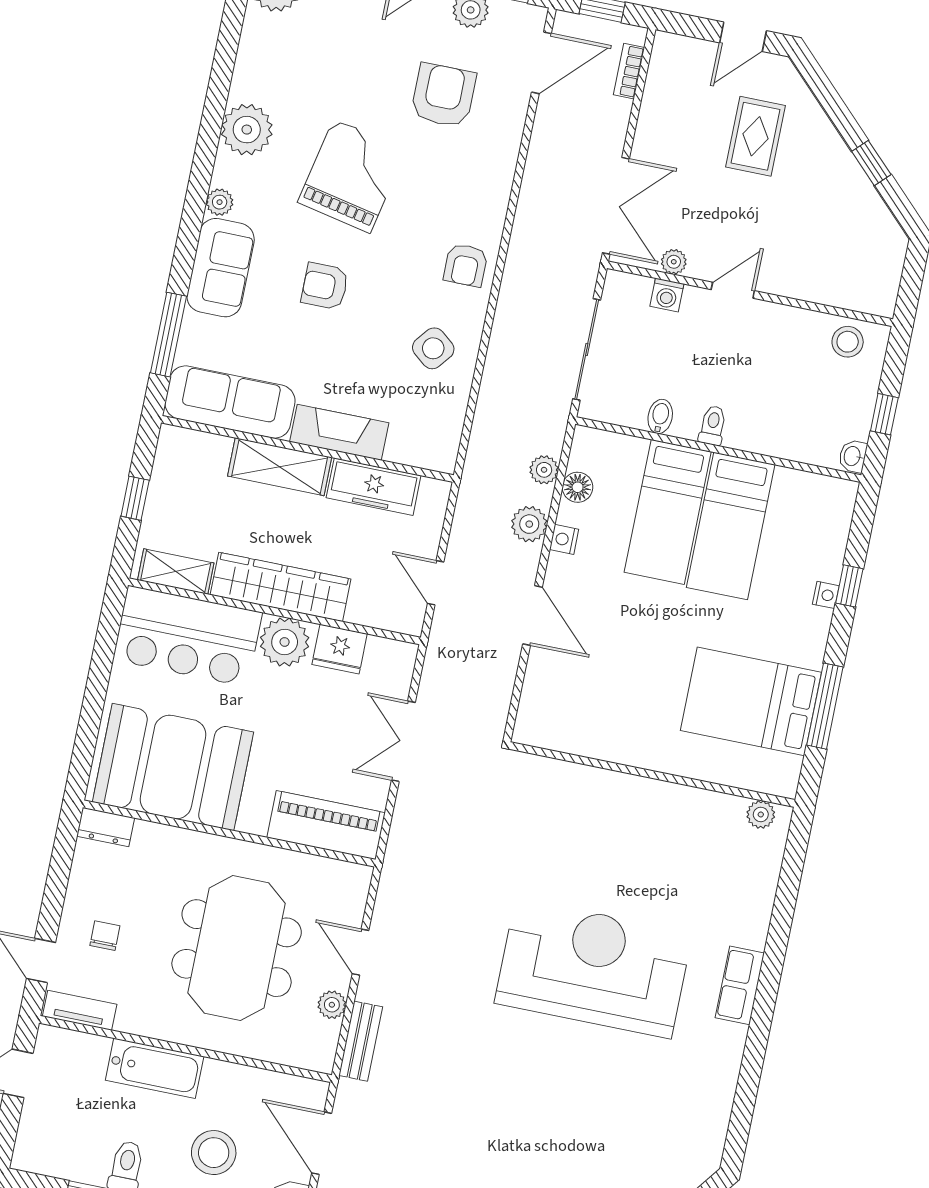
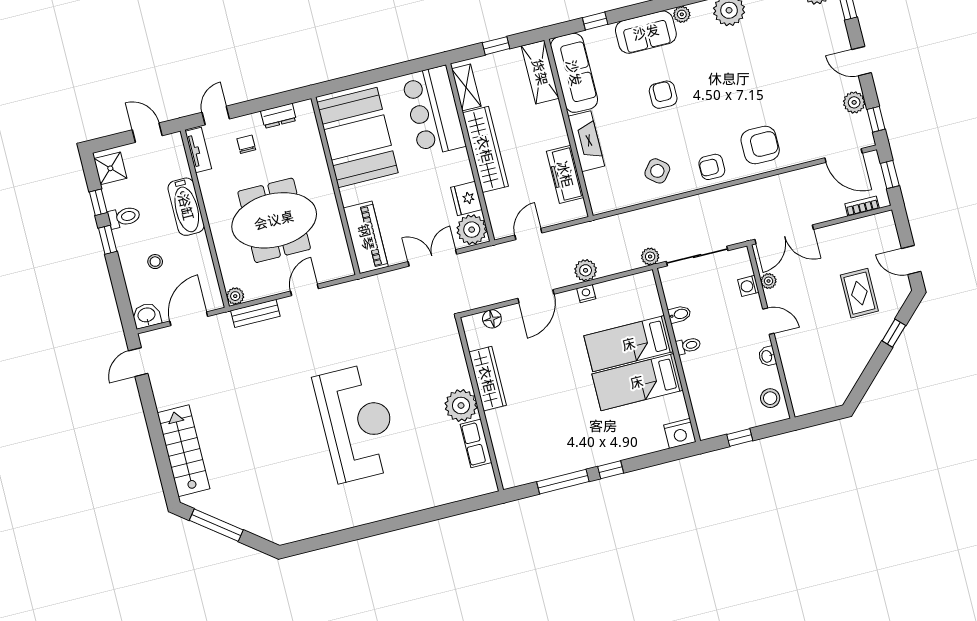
armchair: (443, 95) -> (760, 145), moved
rug: (755, 136) -> (859, 293), turned 90
window: (871, 163) -> (894, 333), moved
grand piano: (352, 176) -> (731, 81), removed
window: (168, 335) -> (595, 21), width x0.46
washbasin: (853, 456) -> (767, 356), moved, turned -90
shelving: (280, 467) -> (540, 72), moved
plant: (544, 470) -> (650, 257), moved
floor lamp: (578, 487) -> (492, 319), moved
window: (849, 586) -> (611, 470), moved
nightstand: (826, 595) -> (680, 433), moved, width x1.89, depth x1.79
plant: (285, 642) -> (472, 230), moved
bed: (751, 701) -> (546, 440), removed
wardrobe: (620, 745) -> (487, 379), added
plant: (761, 814) -> (461, 405), moved, width x1.87, depth x1.87
dresser: (106, 827) -> (278, 116), moved, turned -90
chair: (105, 936) -> (246, 144), turned -90
row of seats: (740, 985) -> (476, 443), moved, turned -90
plant: (332, 1005) -> (235, 296), moved
shower: (45, 1153) -> (110, 168), added
stool: (214, 1153) -> (155, 262), width x0.53, depth x0.53

